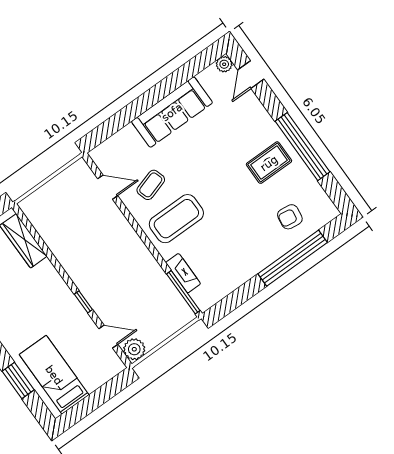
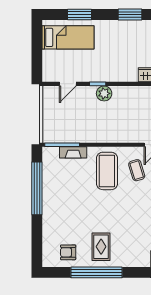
armchair: (290, 217) -> (68, 252), moved, turned -98
window: (293, 258) -> (37, 188), moved
plant: (134, 349) -> (104, 93), moved

